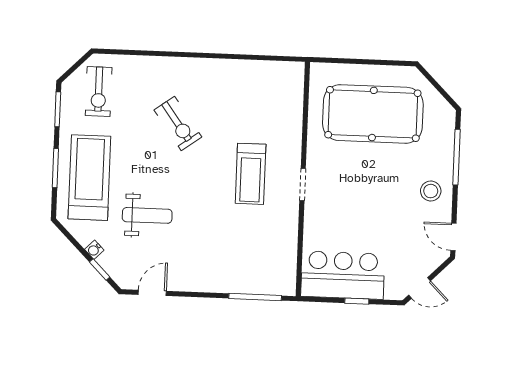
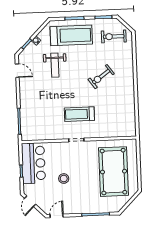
stool: (431, 191) -> (64, 179), moved

